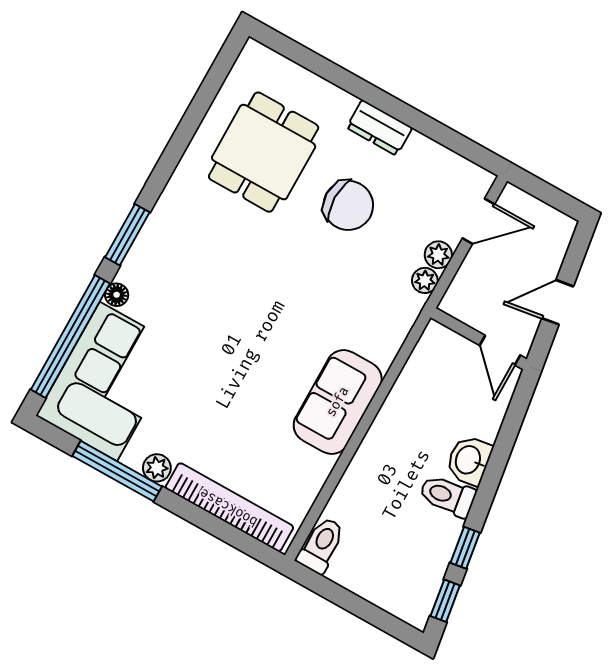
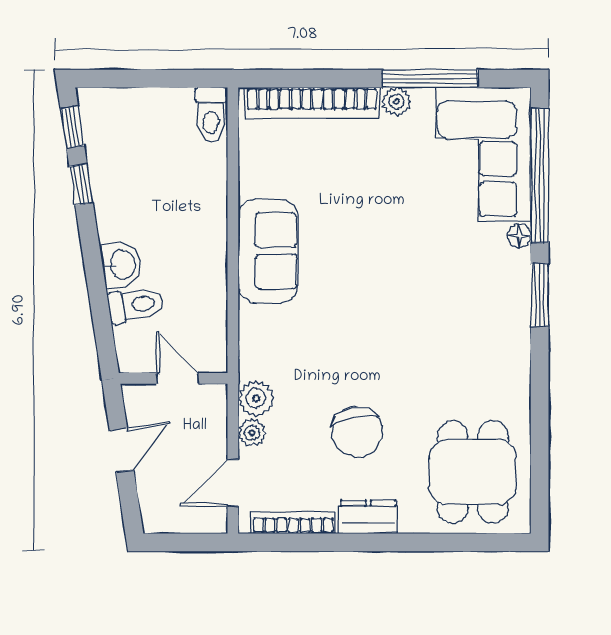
dining table: (264, 152) -> (473, 472), moved
bookcase: (446, 158) -> (293, 523), added
chair: (348, 205) -> (357, 432), turned -103
plant: (425, 280) -> (256, 398), width x1.38, depth x1.38
door: (500, 350) -> (178, 378), moved
toilet: (447, 496) -> (136, 305), moved

